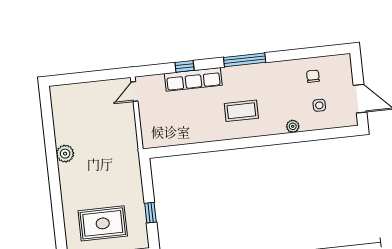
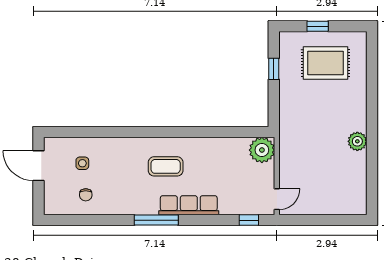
window: (184, 66) -> (249, 220), moved
row of seats: (193, 79) -> (189, 205), moved
plant: (293, 126) -> (262, 150), moved, width x1.88, depth x1.88

